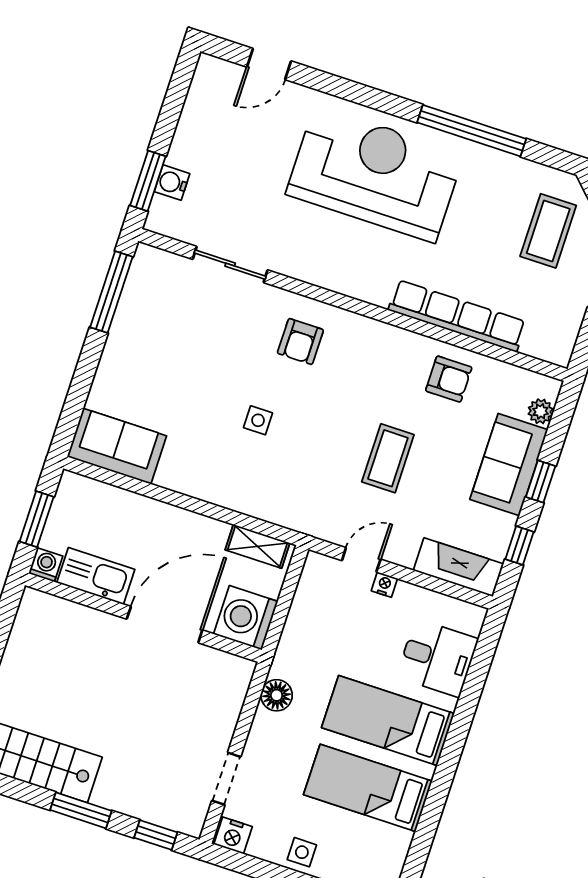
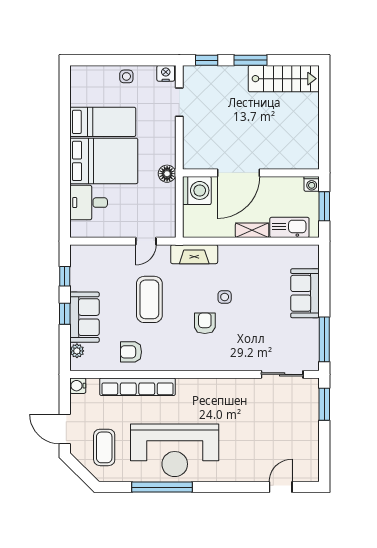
reception desk: (375, 174) -> (175, 450), moved
water cooler: (172, 183) -> (78, 386), moved, turned 180
sliding door: (230, 265) -> (282, 374), moved
armchair: (300, 341) -> (205, 323), moved
sofa: (117, 446) -> (305, 293), moved, turned 90
coffee table: (388, 458) -> (149, 299), width x1.36, depth x1.32
shelving: (258, 546) -> (252, 230), moved
fireplace: (458, 567) -> (194, 254), moved
kitchen sink: (96, 576) -> (289, 227), moved, turned 180
nightstand: (384, 585) -> (129, 232), removed
floor lamp: (277, 695) -> (167, 174), moved
bed: (388, 721) -> (104, 161), width x1.50

